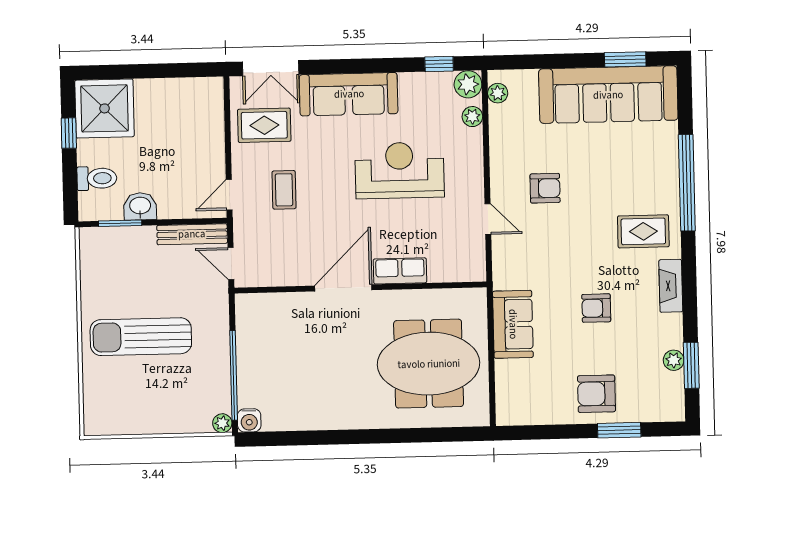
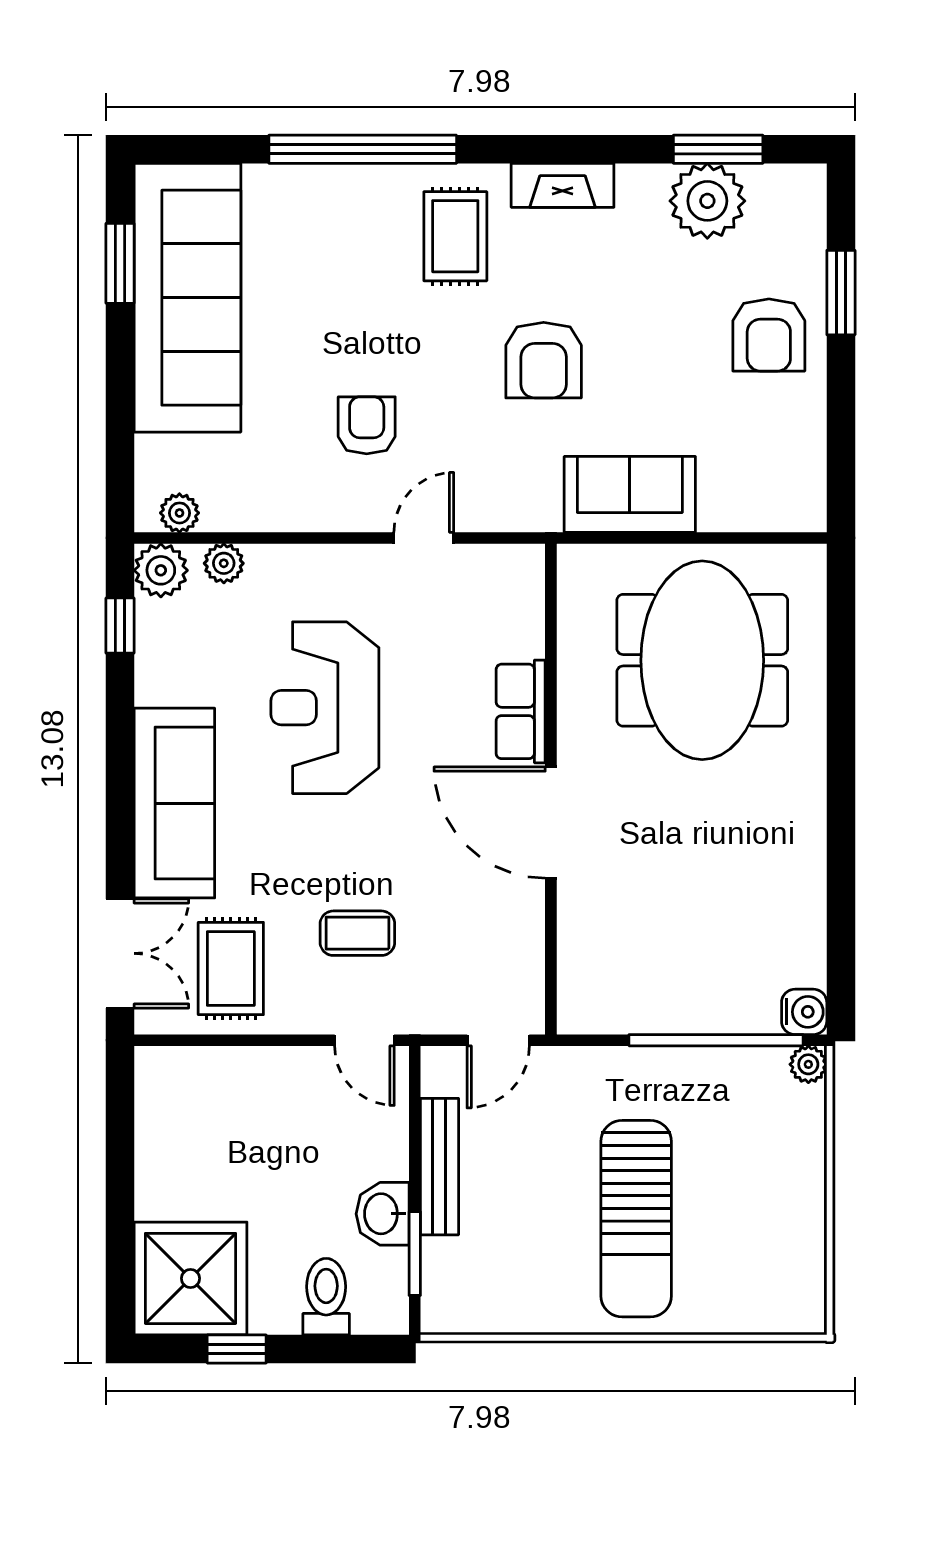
bench: (192, 234) -> (439, 1167), moved
armchair: (596, 308) -> (544, 360), moved, width x1.38, depth x1.38
plant: (674, 360) -> (707, 201), width x1.88, depth x1.88

